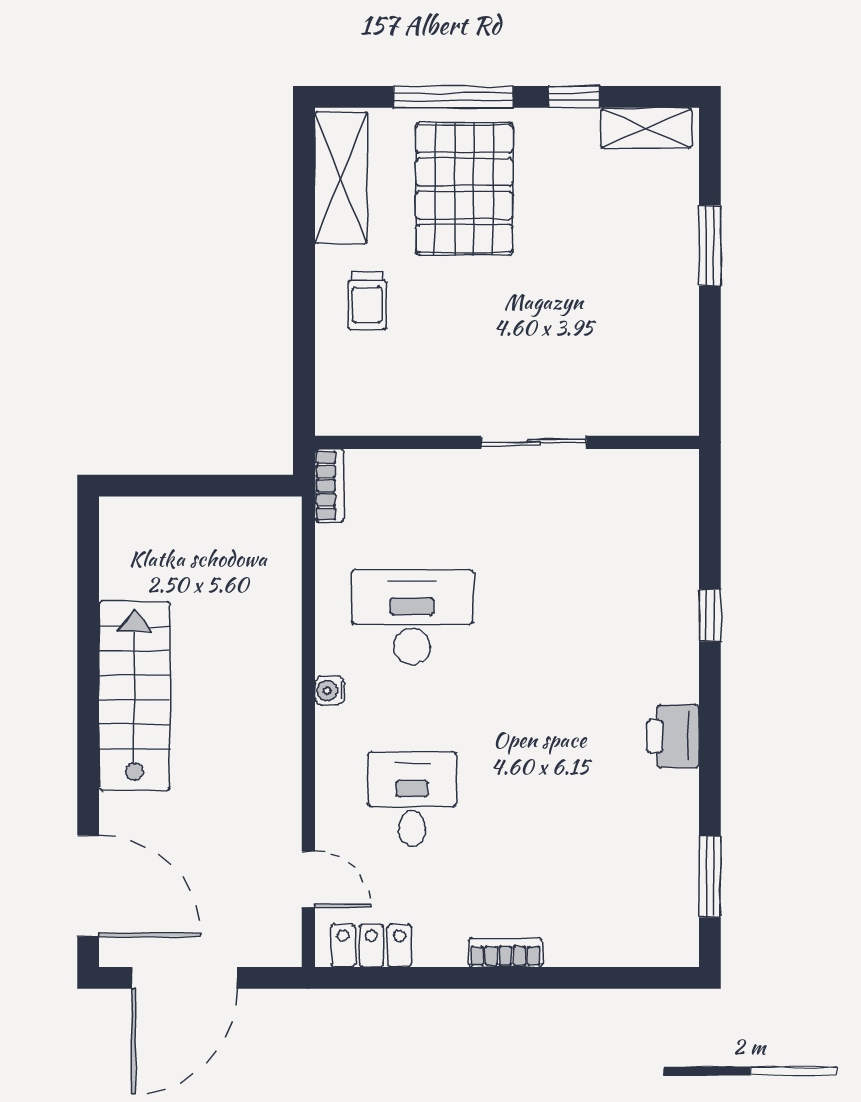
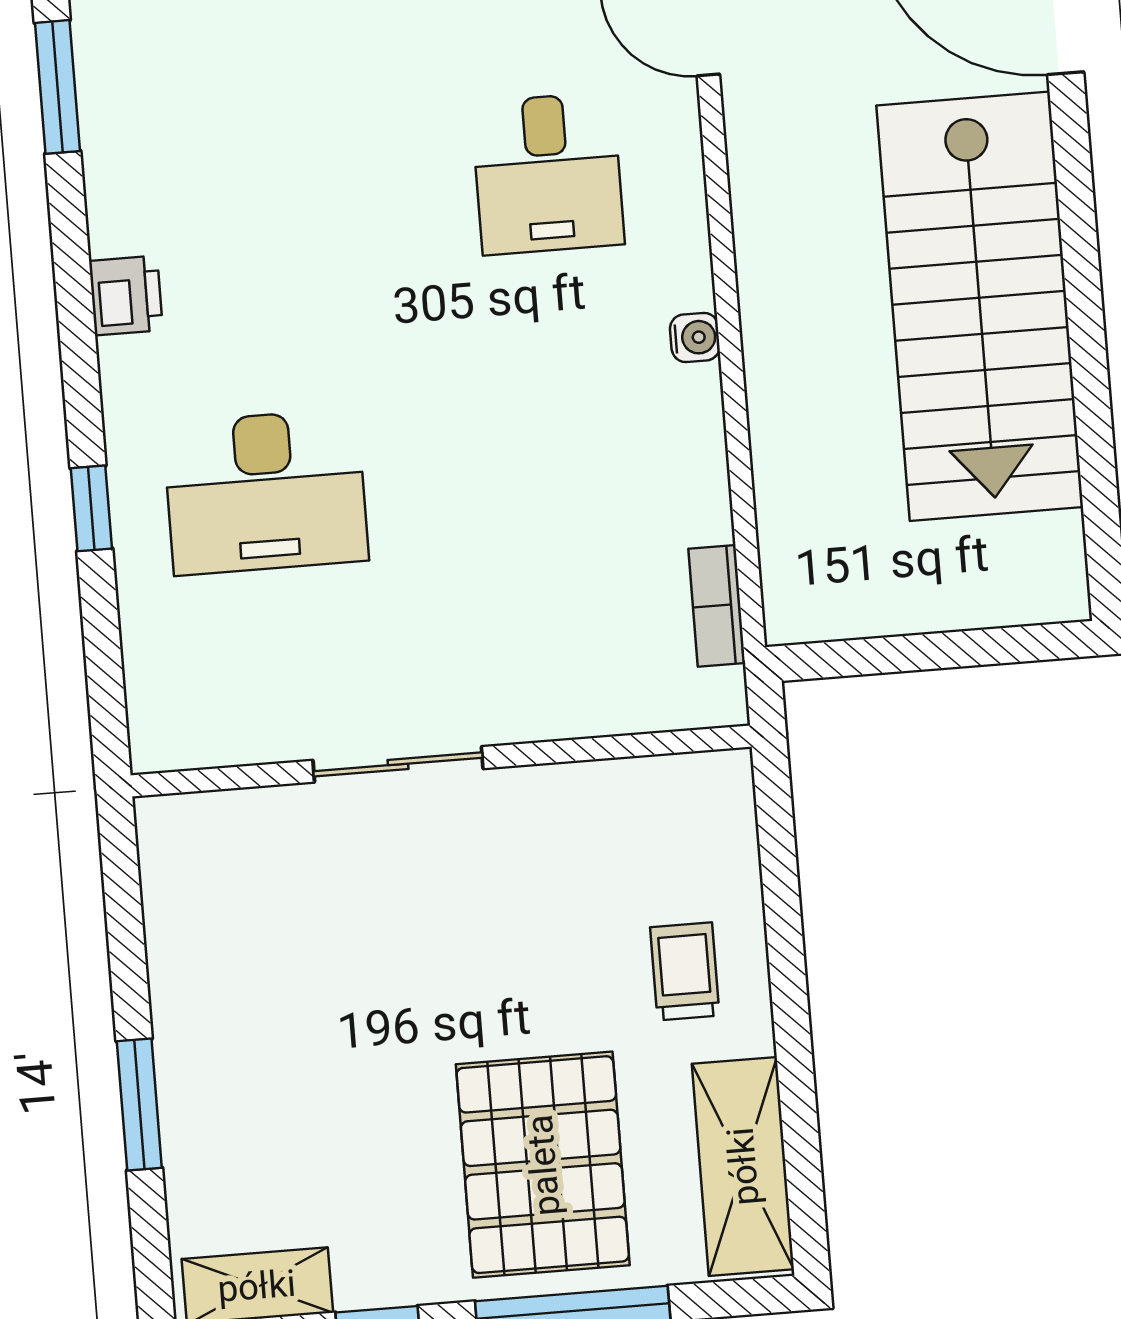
bookcase: (329, 486) -> (717, 606), moved
desk: (412, 617) -> (266, 492), moved
stairs: (135, 696) -> (980, 306), width x1.36, depth x1.51
printer: (673, 736) -> (126, 296), width x0.73, depth x0.81

